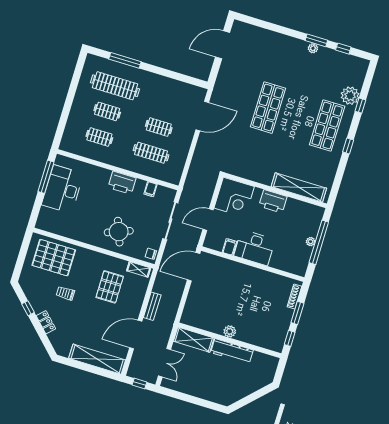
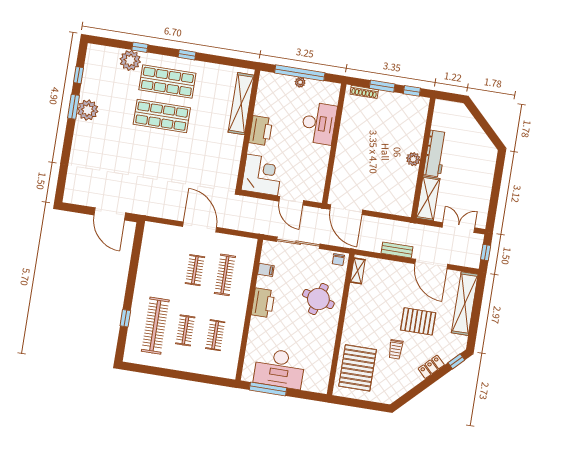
door: (223, 45) -> (110, 214), moved
plant: (313, 48) -> (88, 110), width x1.87, depth x1.87
window: (125, 60) -> (125, 318), width x0.46
shop shelf: (268, 108) -> (162, 116), moved
door: (202, 116) -> (200, 227), moved
round table: (119, 232) -> (318, 299), turned 37
filing cabinet: (229, 247) -> (319, 172), removed
desk: (254, 248) -> (319, 123), moved
pallet: (110, 287) -> (418, 321), moved
window: (28, 308) -> (456, 361), moved

